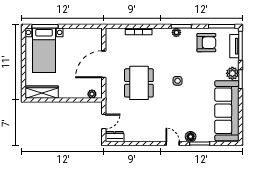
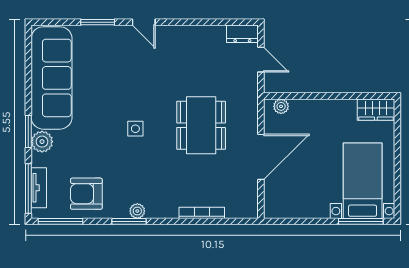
wardrobe: (42, 92) -> (376, 110), width x0.67
door: (104, 121) -> (261, 60), swing flipped
floor lamp: (191, 137) -> (113, 34), removed

